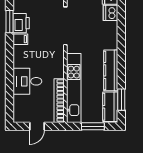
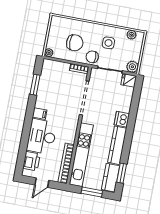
dishwasher: (110, 13) -> (122, 119), moved
printer: (21, 23) -> (31, 161), moved
filing cabinet: (20, 39) -> (40, 114), moved
desk: (27, 81) -> (42, 137), width x1.37

